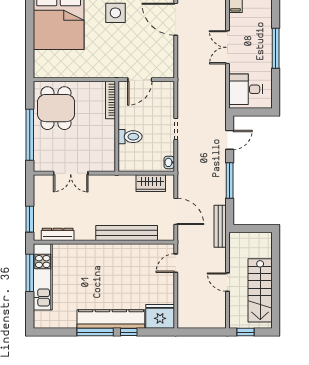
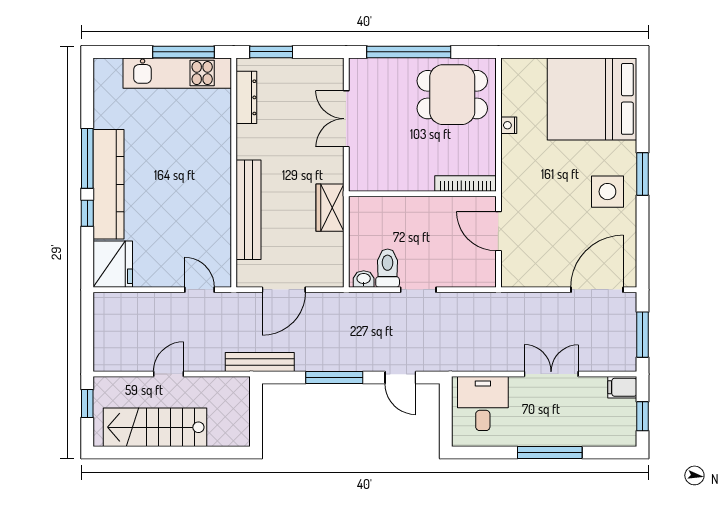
nightstand: (75, 73) -> (509, 125), added
toilet: (130, 137) -> (388, 268), moved, turned 180
wardrobe: (151, 183) -> (330, 208), moved

